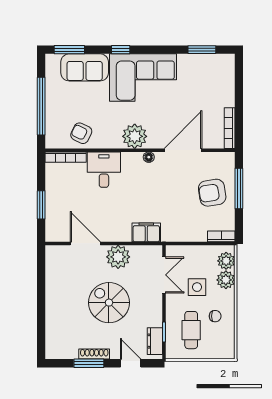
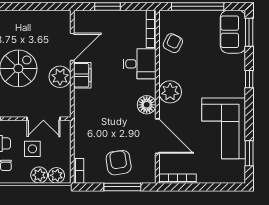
sofa: (85, 67) -> (233, 32), moved
corner sofa: (143, 78) -> (224, 128), moved
floor lamp: (149, 157) -> (147, 105), width x1.89, depth x1.89
filing cabinet: (146, 232) -> (82, 75), moved

